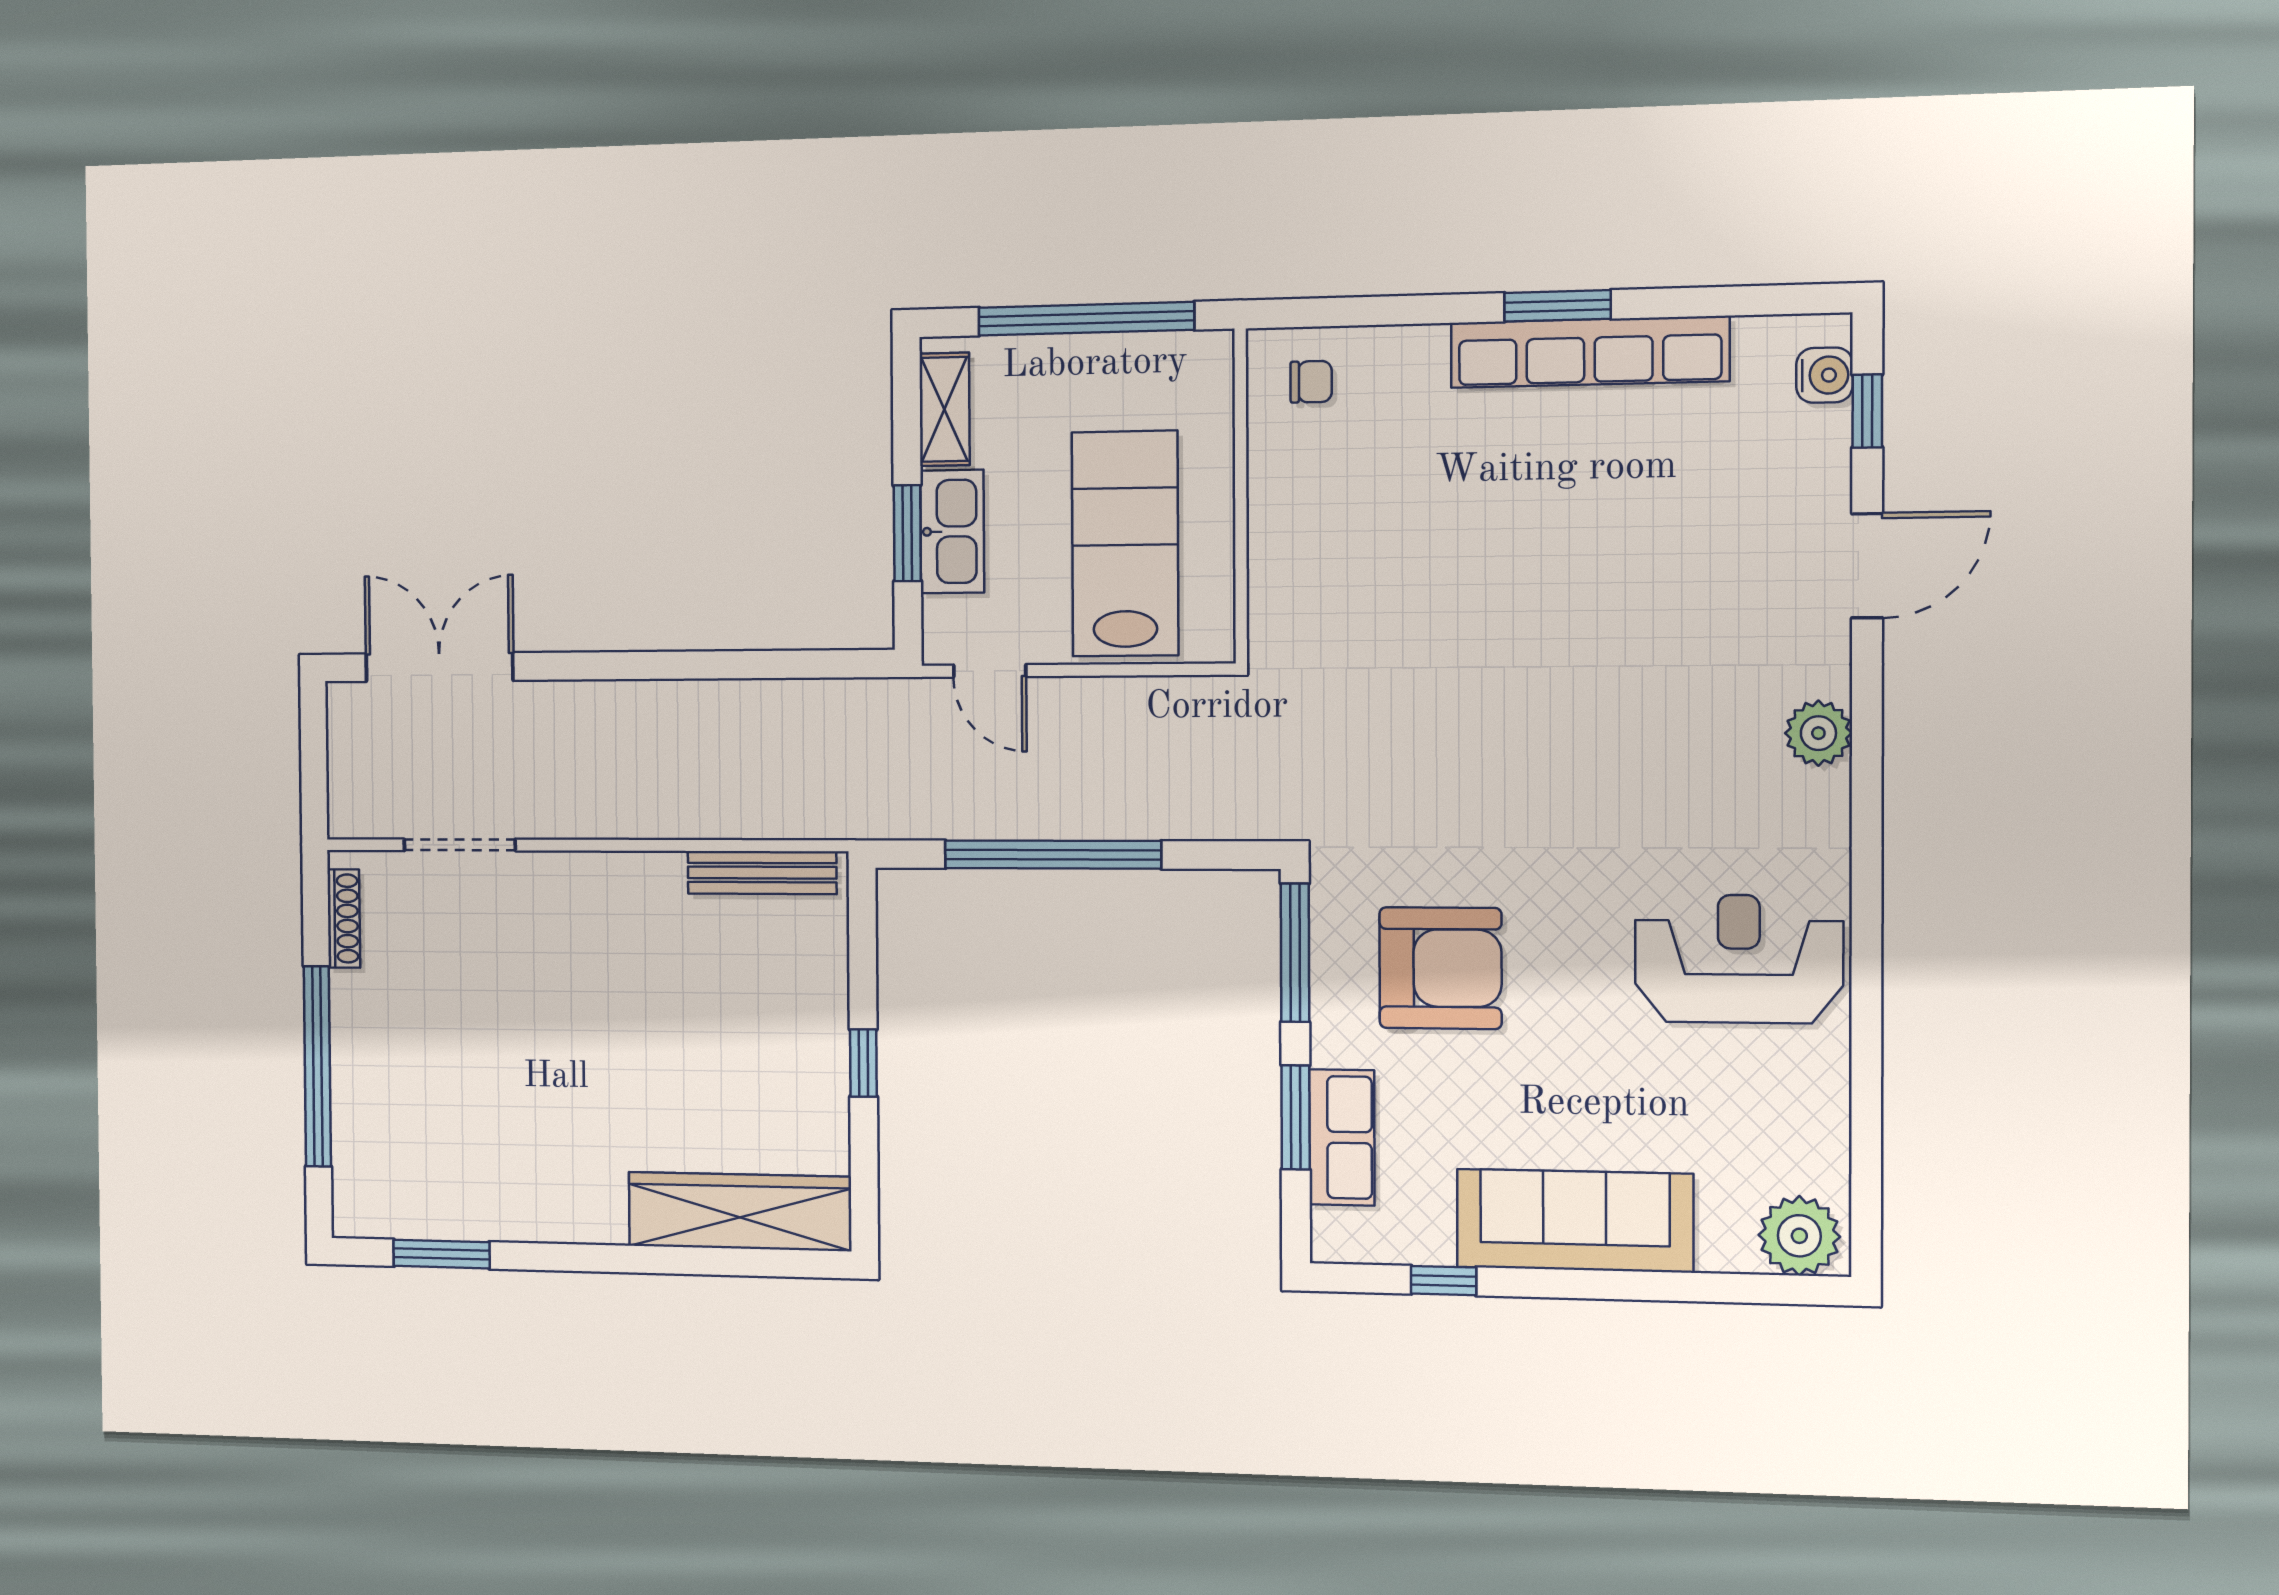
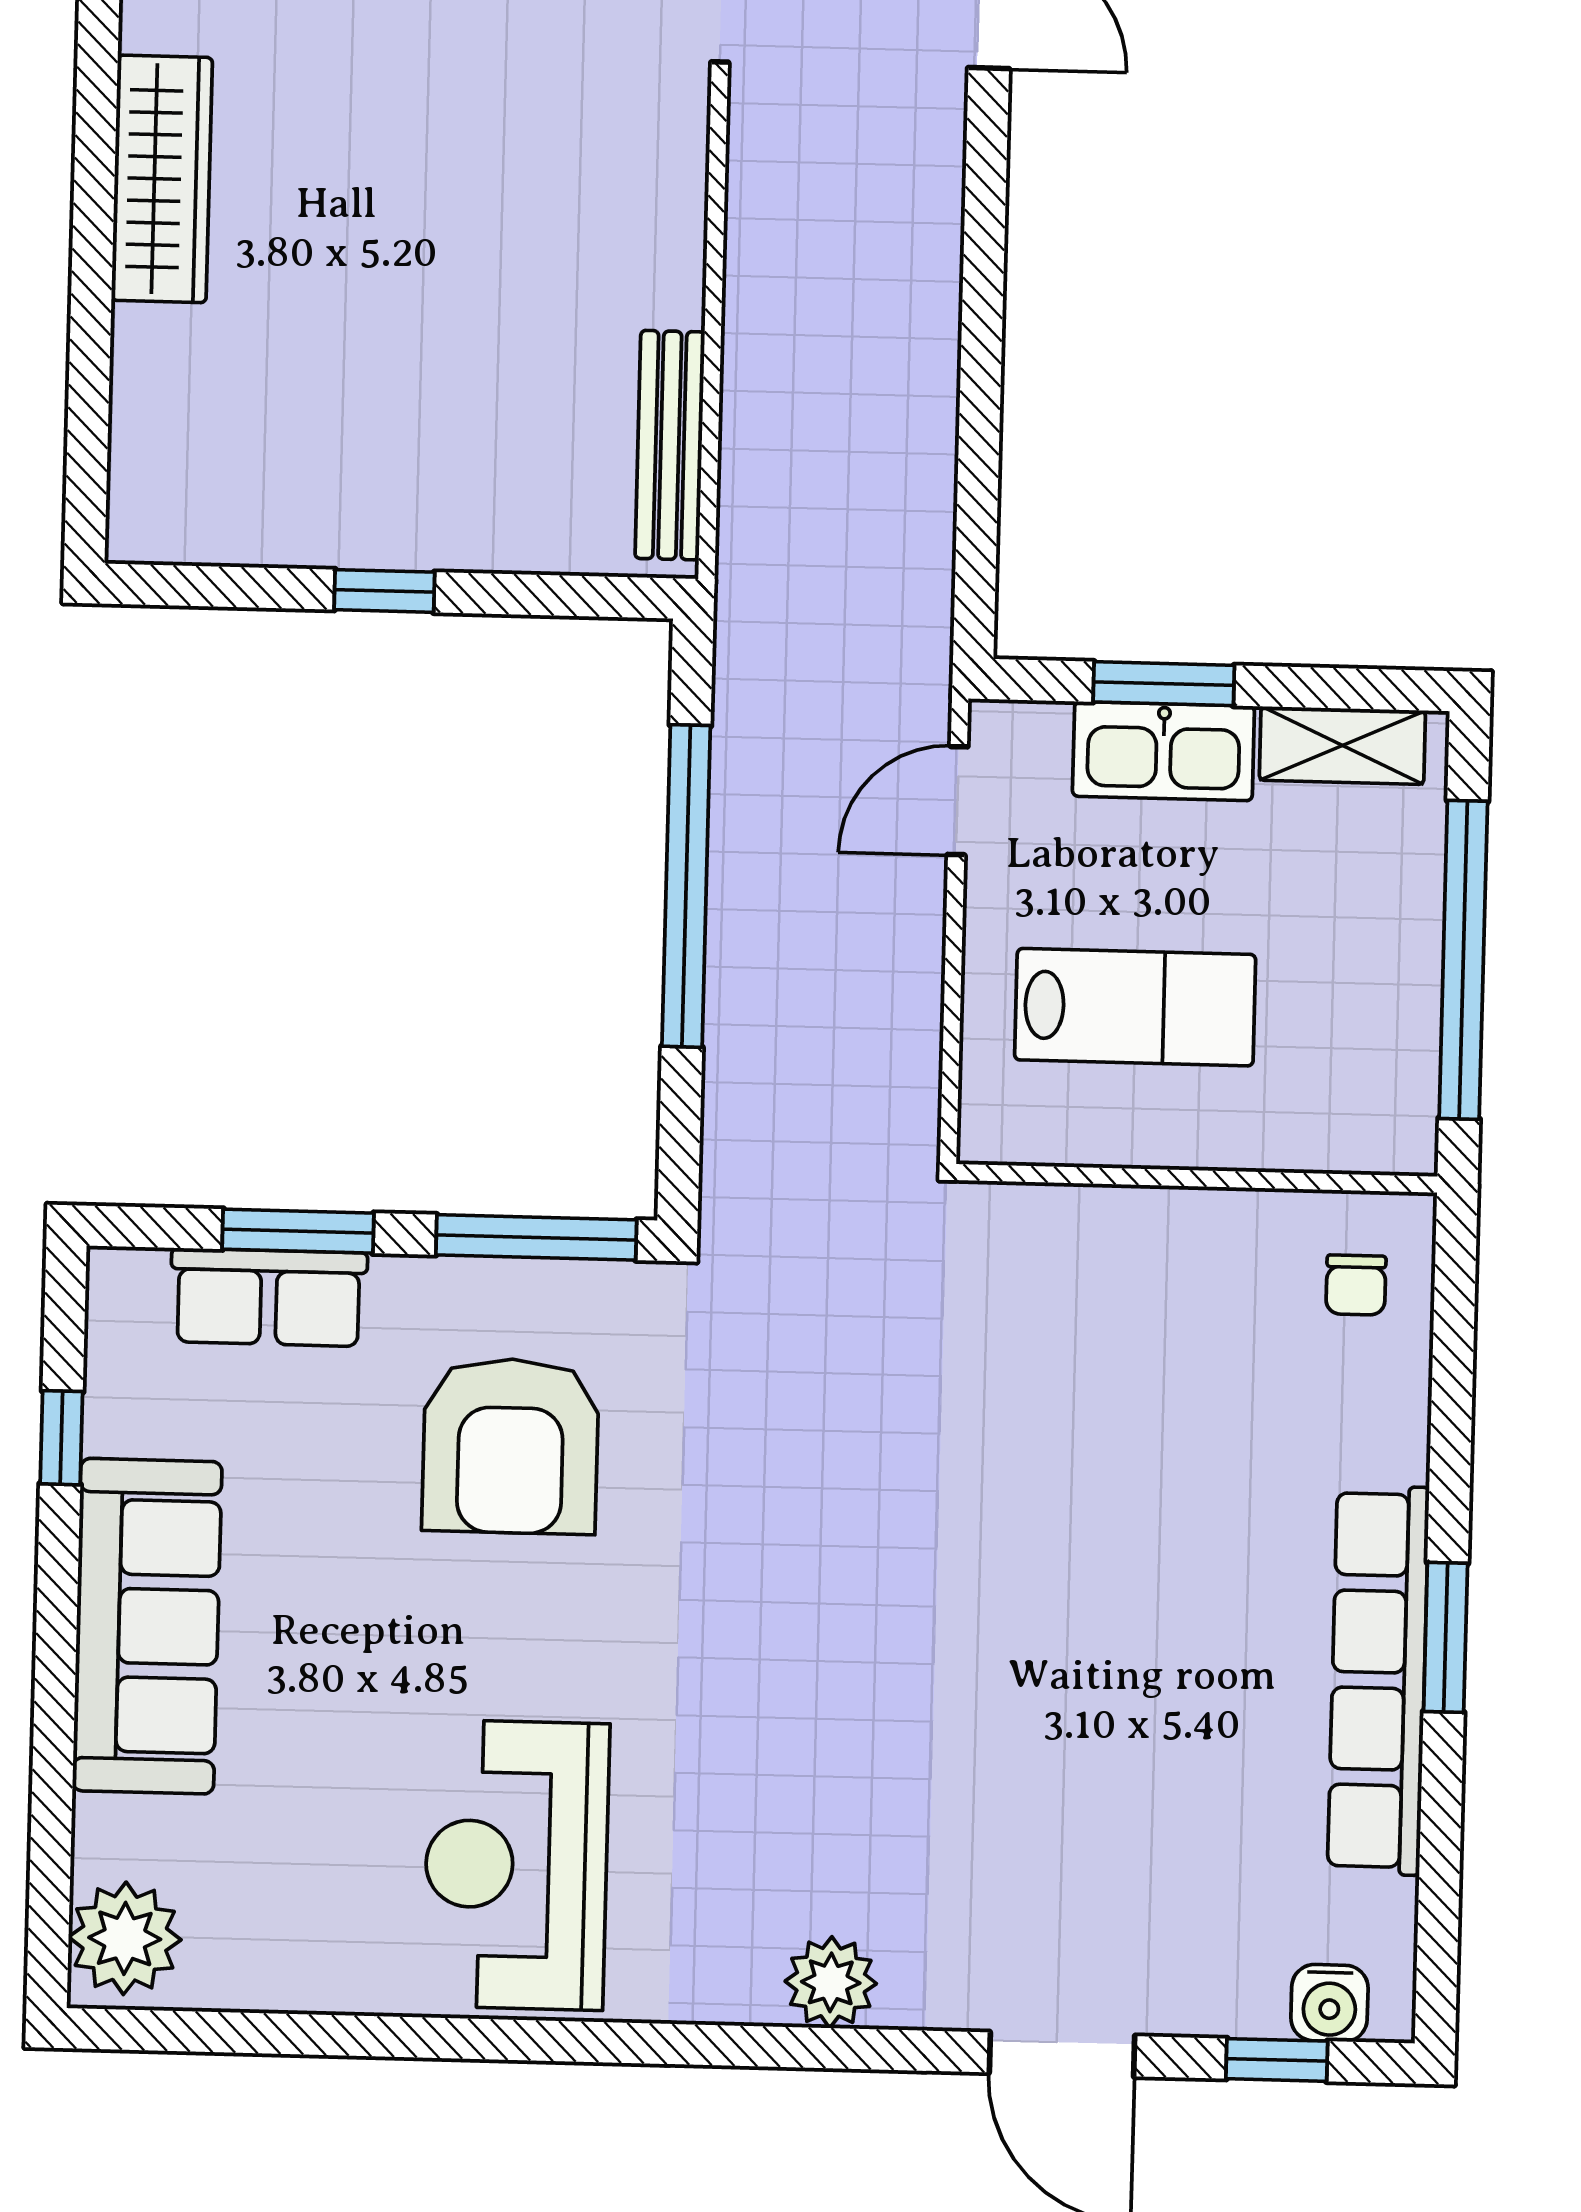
lab bench: (1125, 544) -> (1135, 1007), width x0.73, depth x0.72
reception desk: (1739, 959) -> (516, 1865), turned 180
wardrobe: (740, 1211) -> (162, 179), moved, width x0.71, depth x0.85

